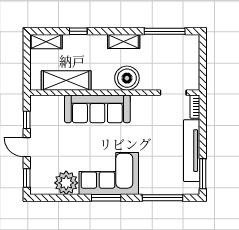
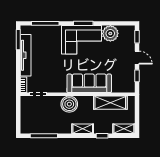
shelving: (124, 41) -> (83, 129), moved

